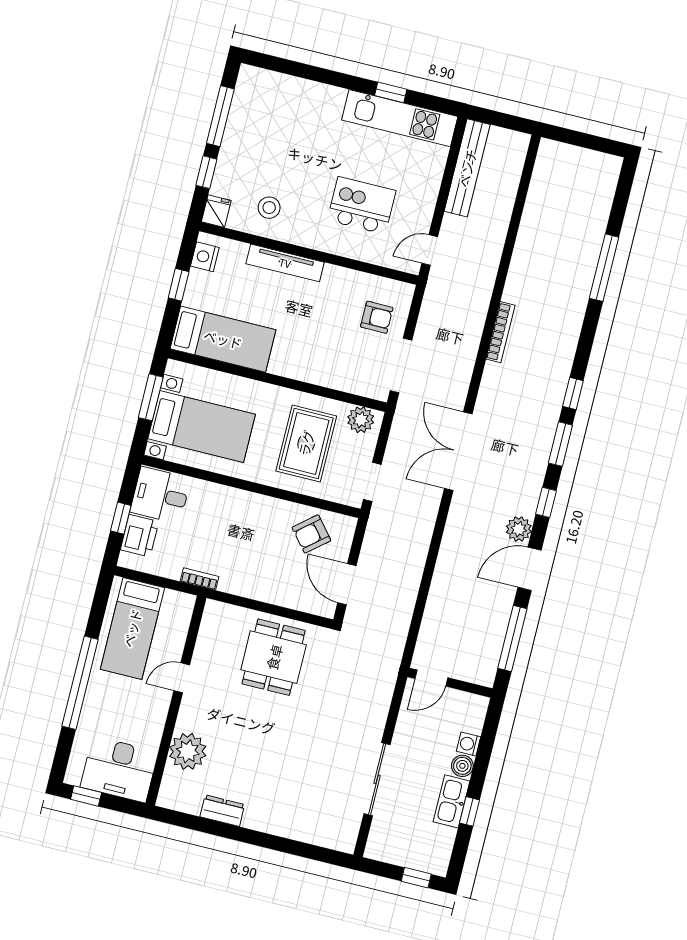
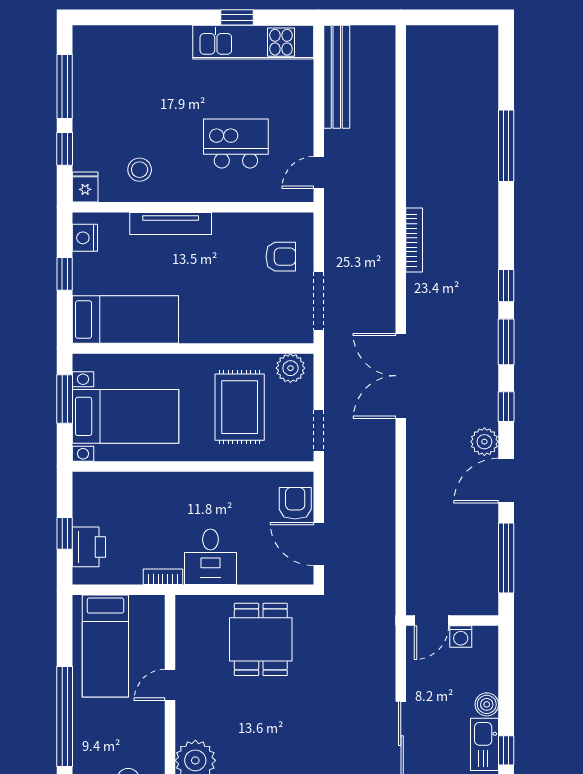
desk: (160, 495) -> (210, 557), moved, turned -90
armchair: (311, 534) -> (295, 503), moved, turned 130
washing machine: (469, 744) -> (461, 636), moved, turned -90

